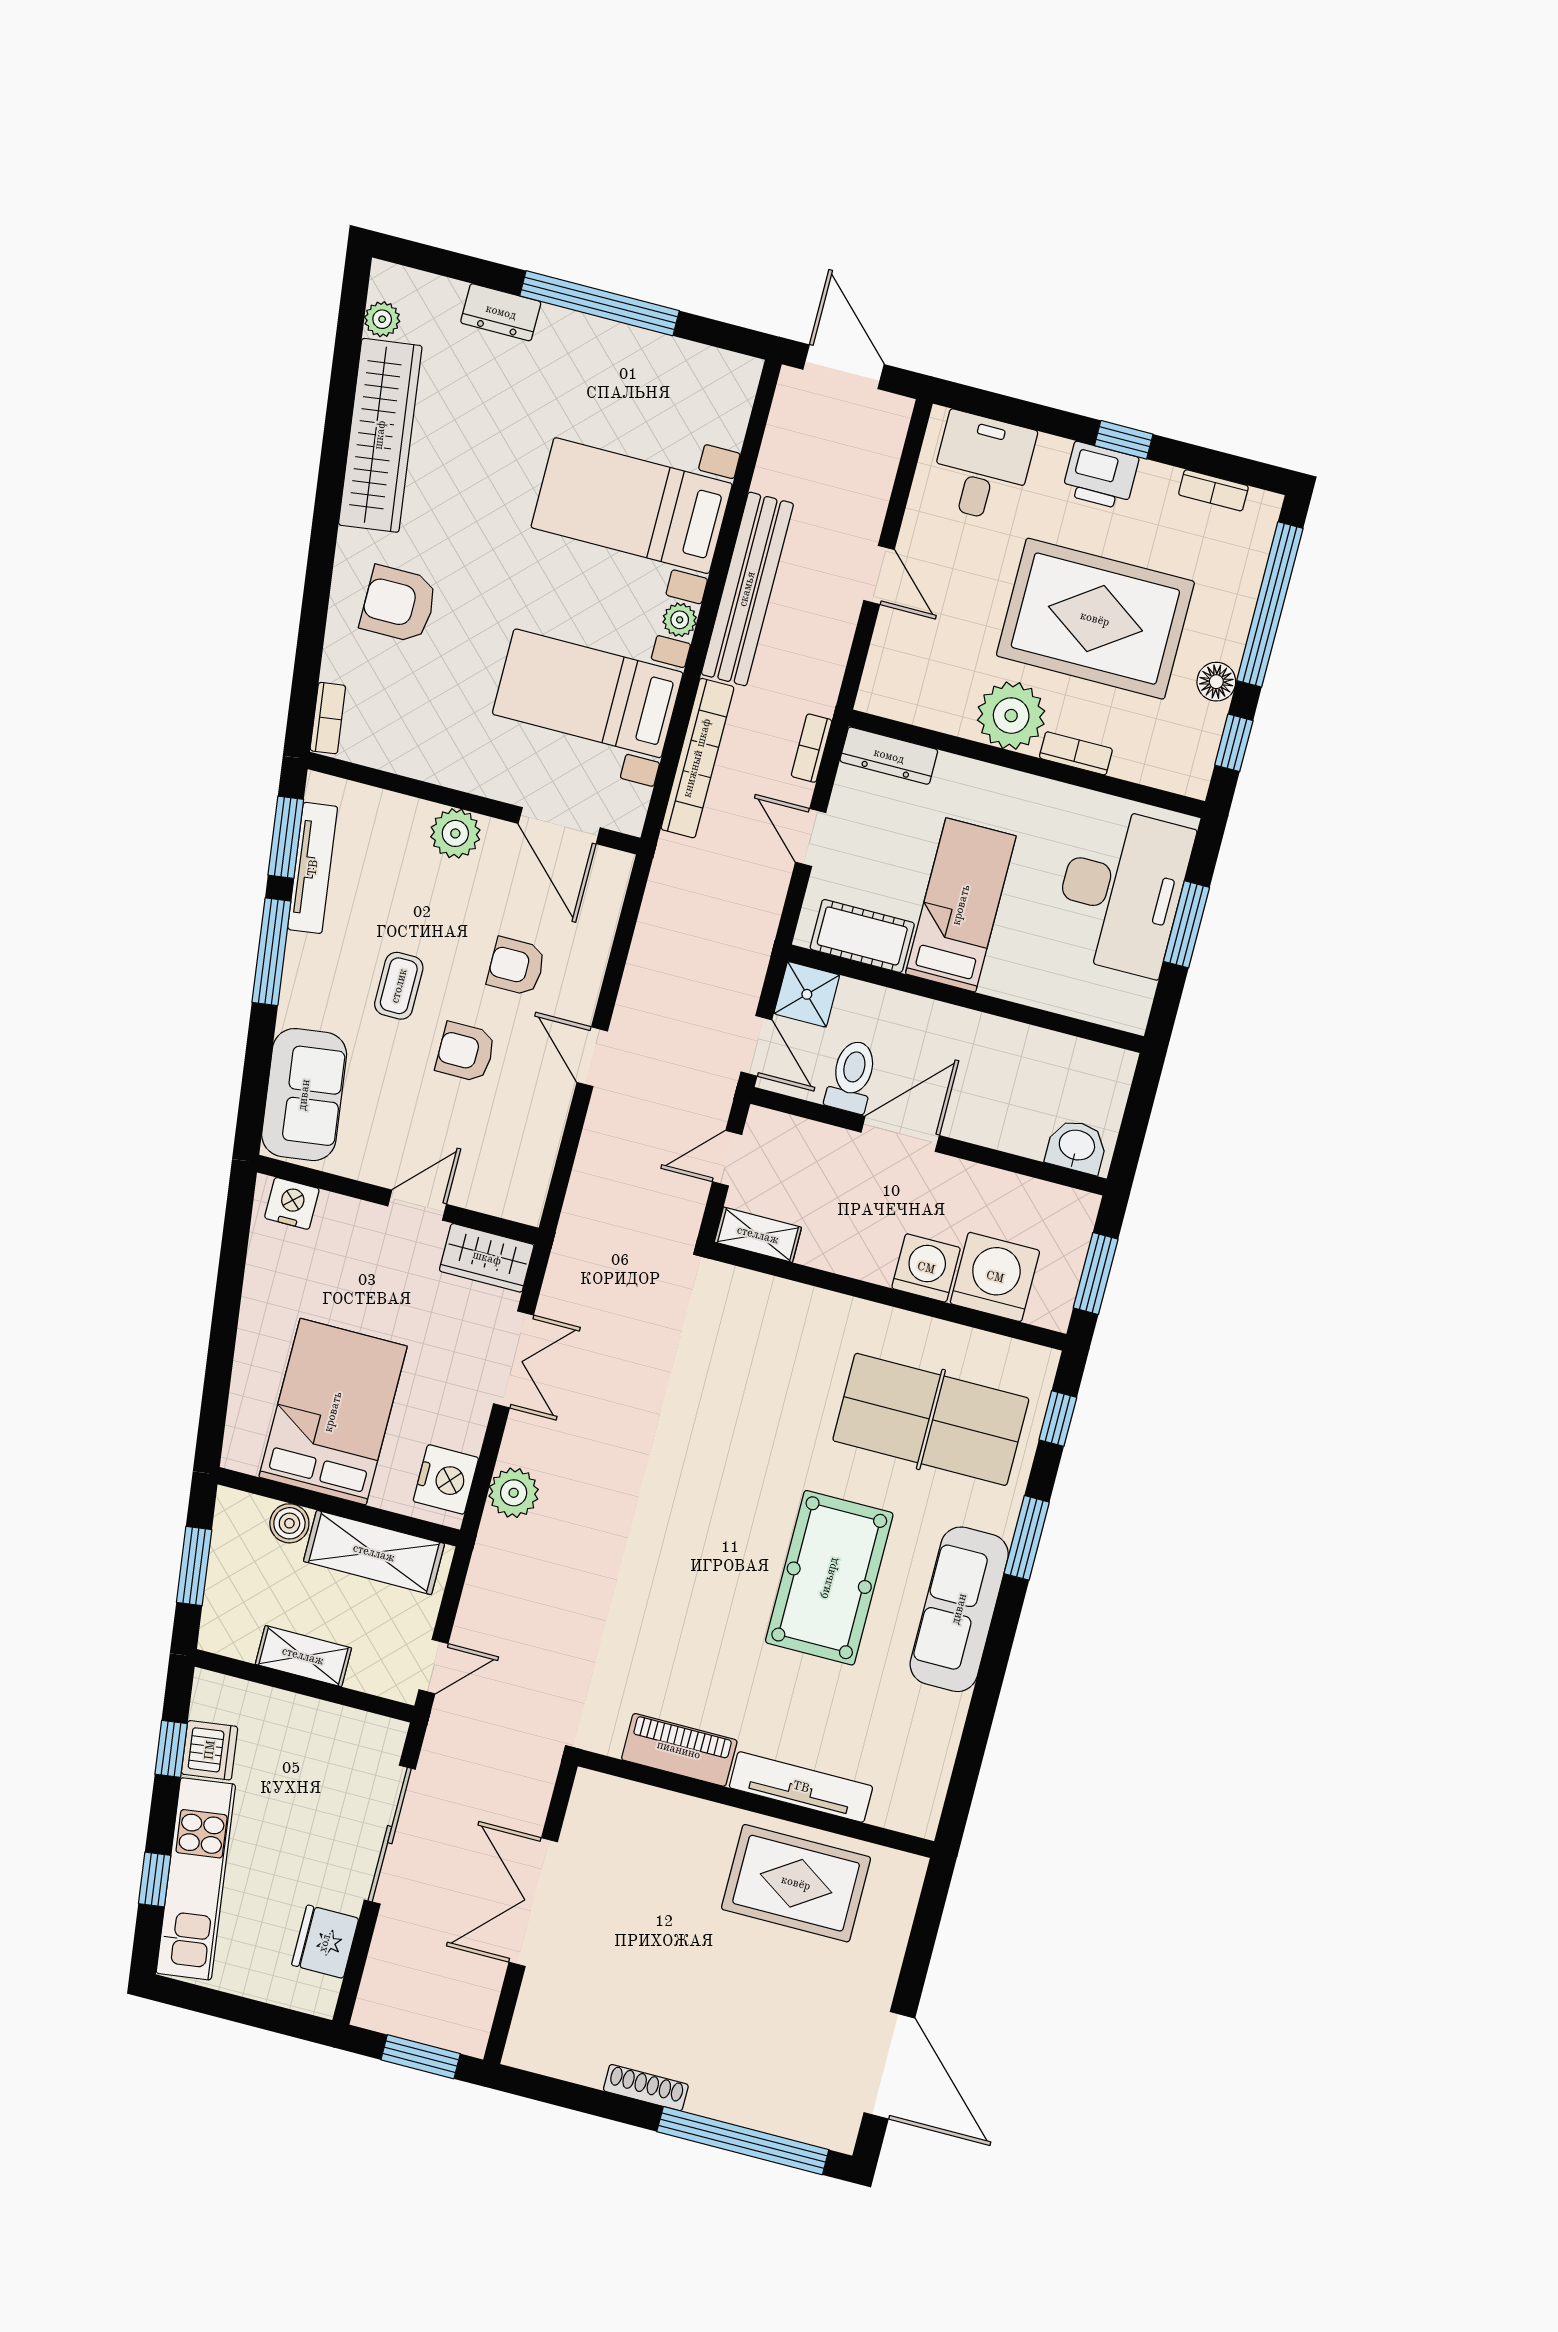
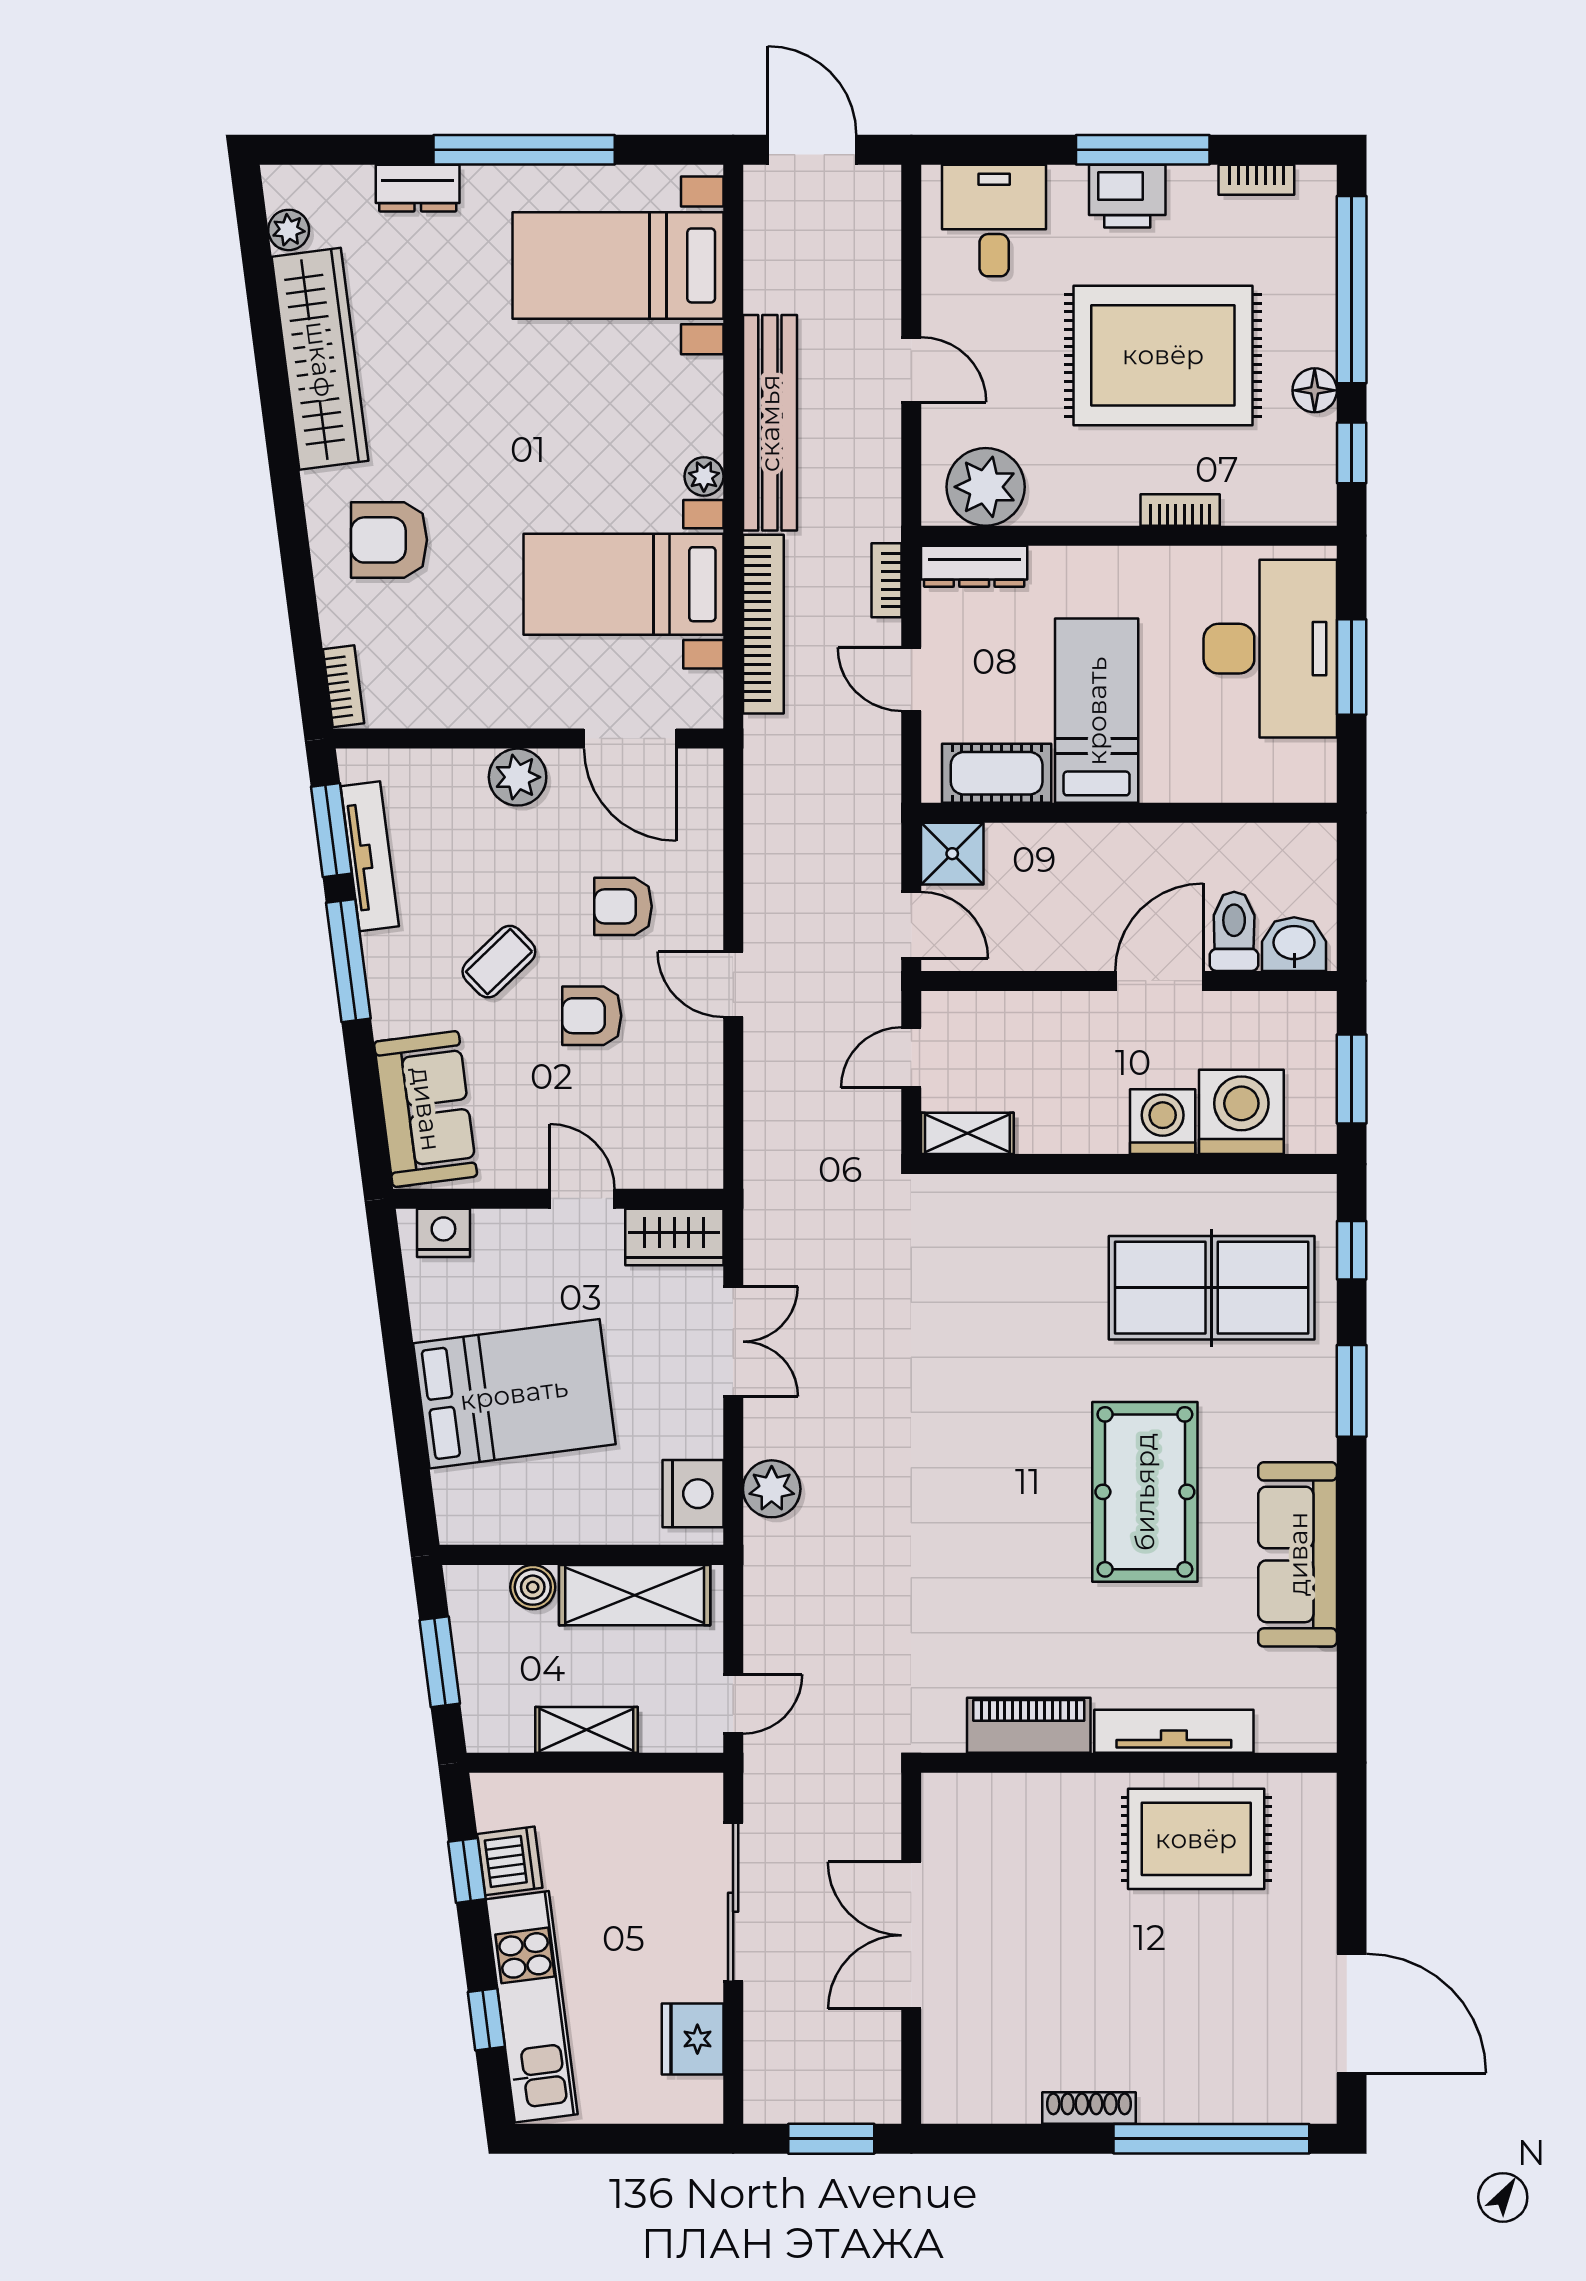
window: (1124, 440) -> (1143, 150), width x2.17
bed with nightstands: (632, 506) -> (618, 265), moved
plant: (1011, 716) -> (986, 487), moved
coffee table: (399, 986) -> (499, 962), turned 46
toilet: (852, 1076) -> (1234, 931), moved
door: (900, 1134) -> (1159, 981), moved
door: (417, 1205) -> (582, 1199), hinge flipped
bed: (333, 1412) -> (514, 1394), moved, turned 83
sofa: (959, 1609) -> (1298, 1554), moved

